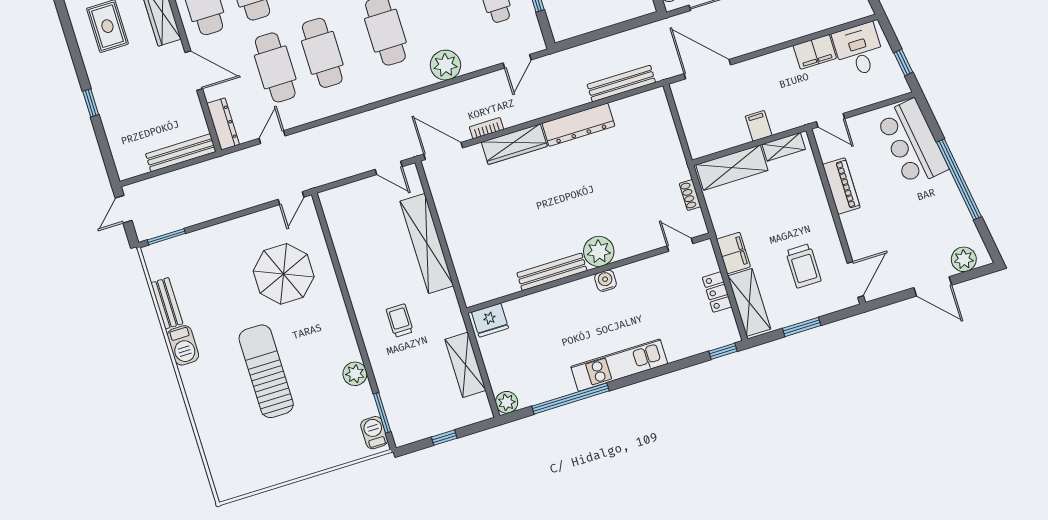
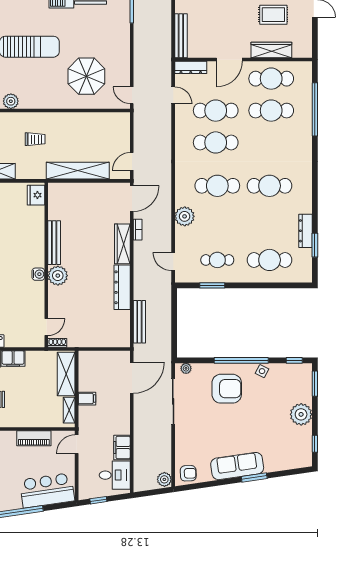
door: (680, 245) -> (46, 327), moved
plant: (599, 251) -> (58, 276), moved
bench: (552, 272) -> (54, 243), moved
wall: (588, 273) -> (46, 265), moved
water cooler: (606, 281) -> (38, 274), moved
fridge: (490, 320) -> (36, 195), moved

